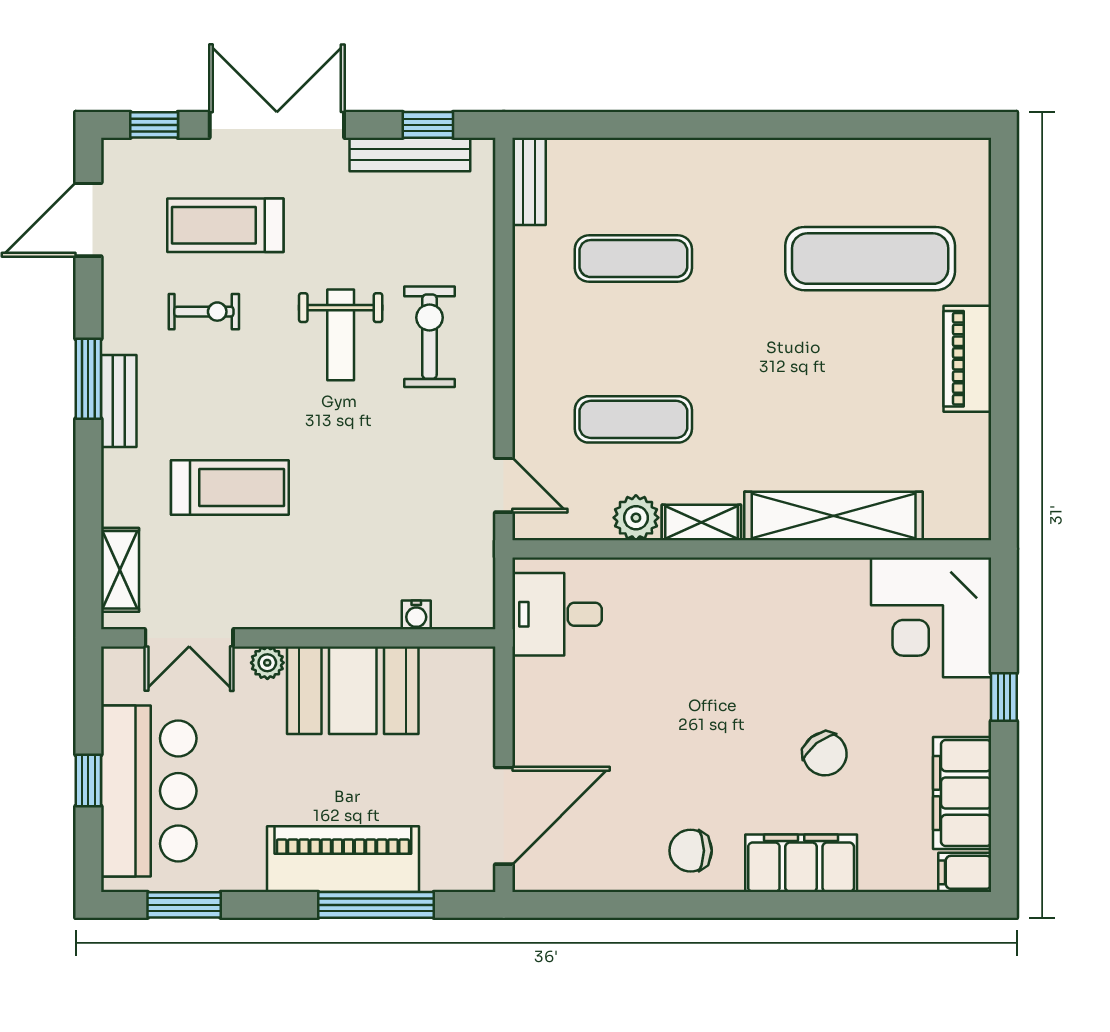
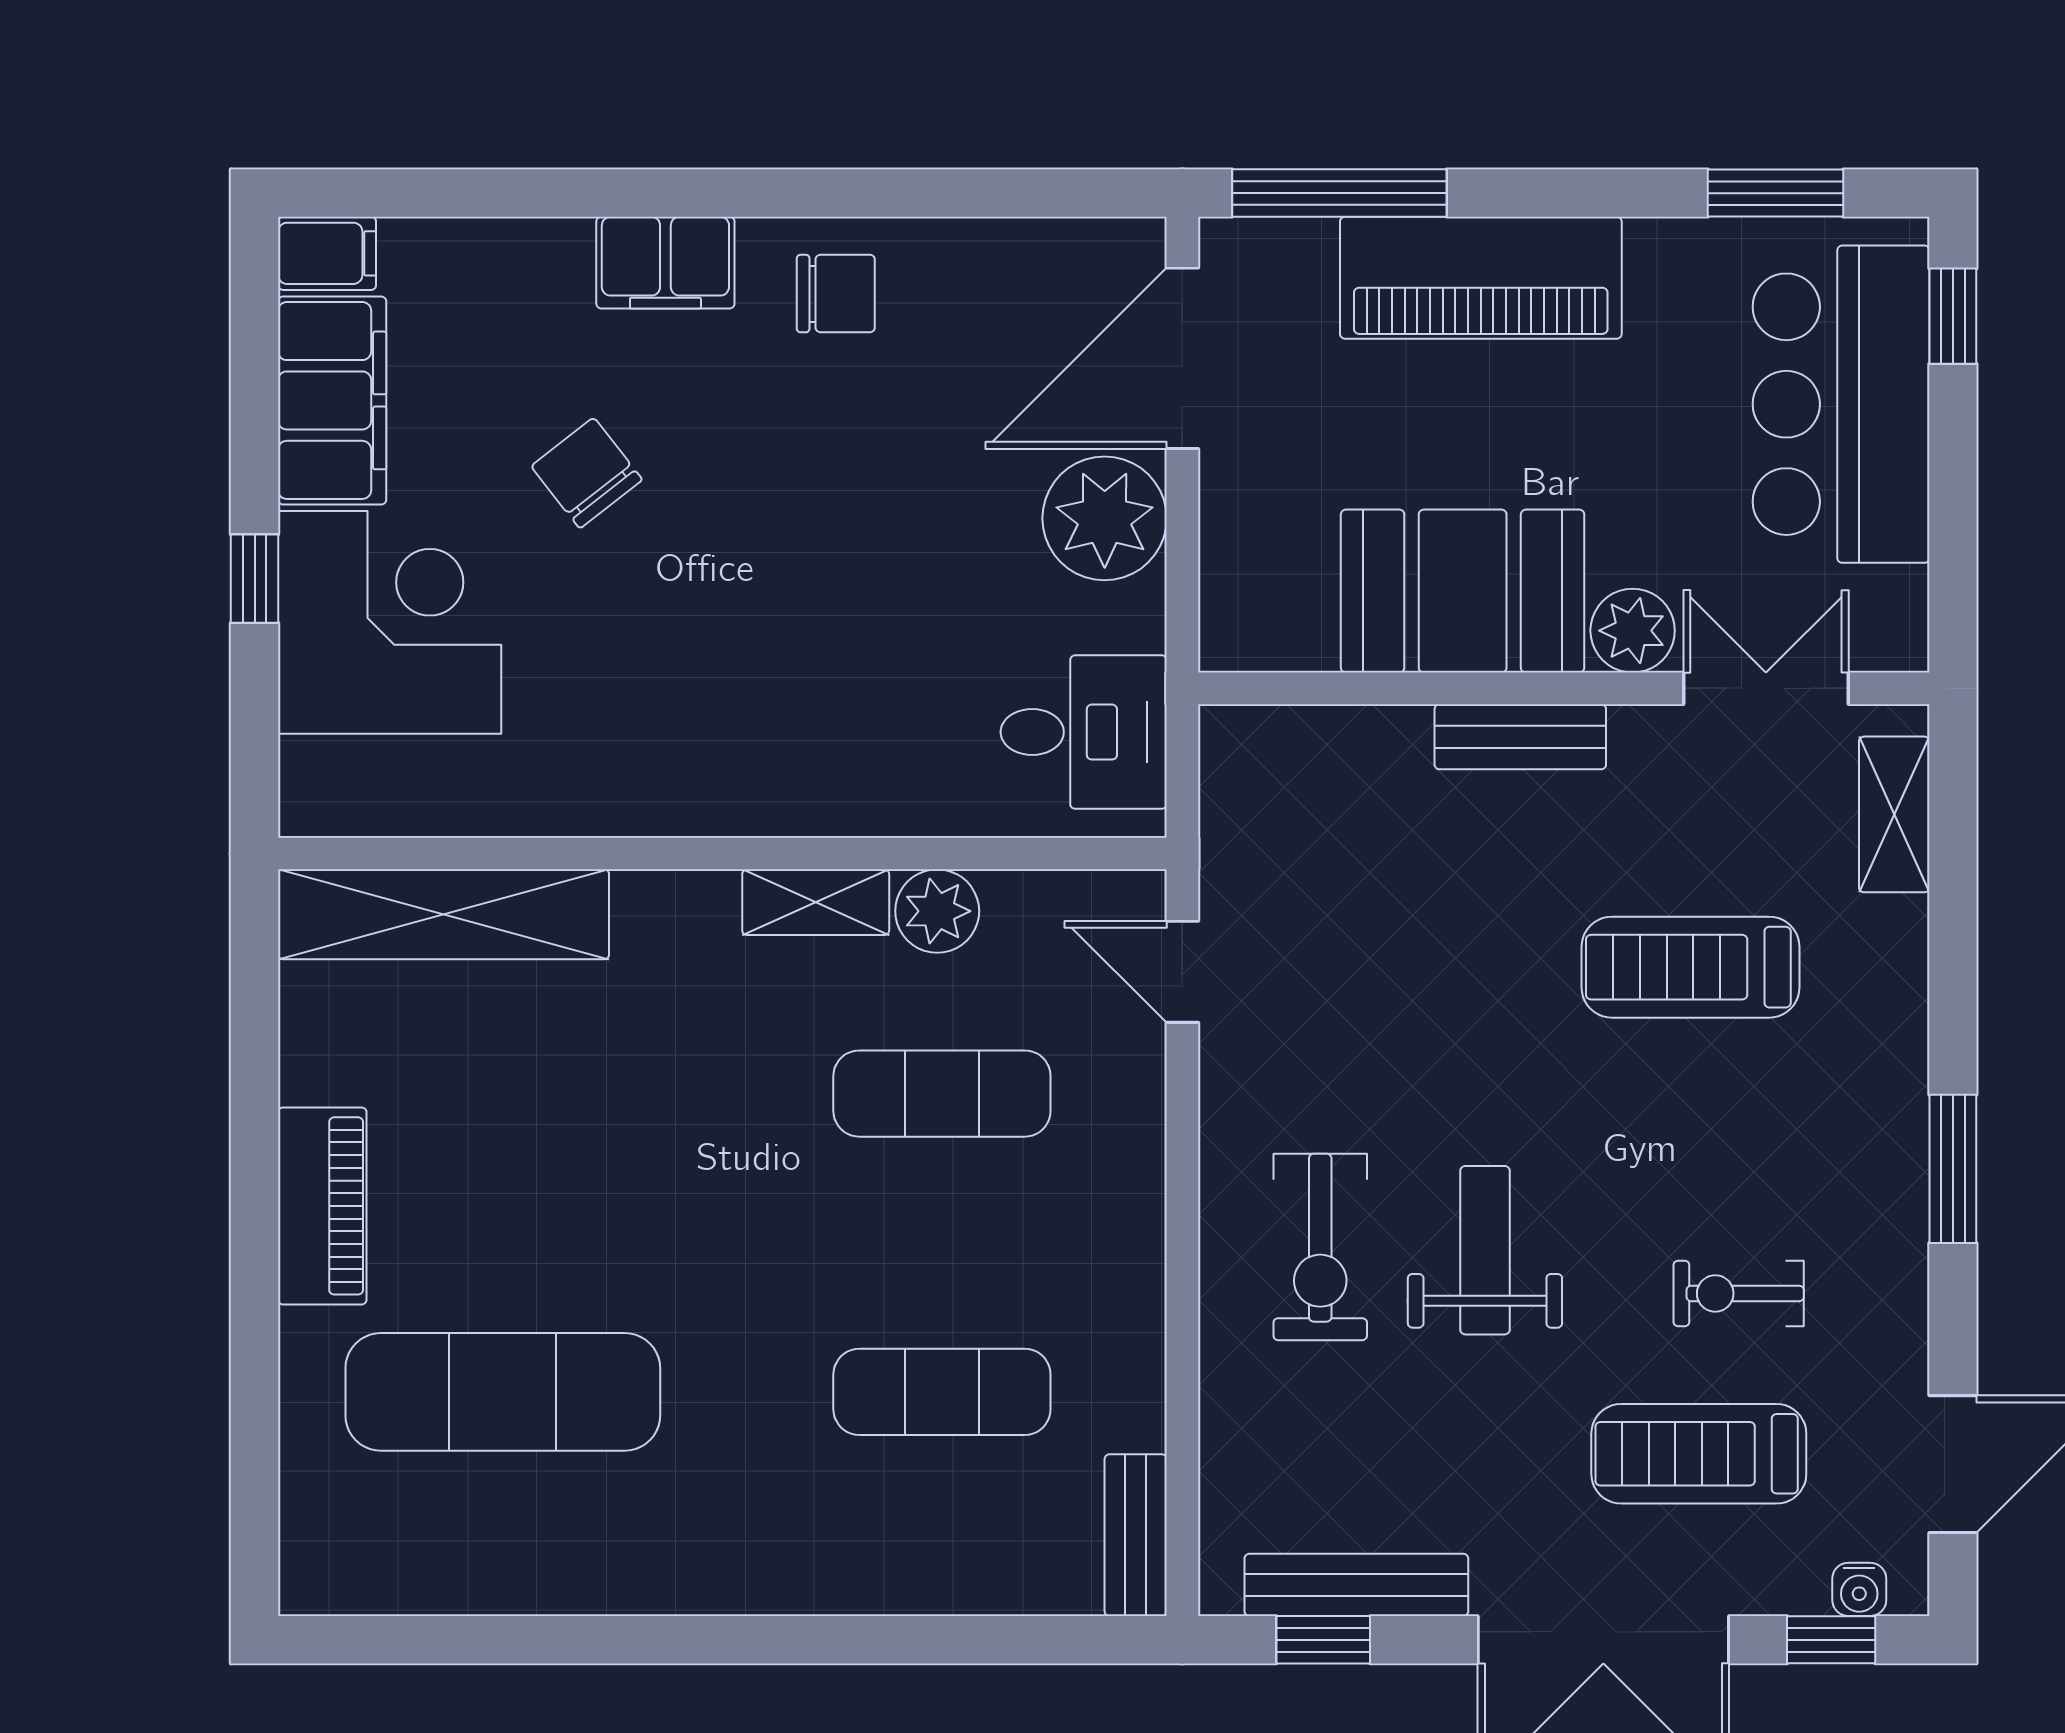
treadmill: (225, 225) -> (1699, 1454), turned 180
bench: (119, 401) -> (1520, 737), moved, turned 90
shelving: (834, 516) -> (444, 914), moved
water cooler: (416, 615) -> (1859, 1589), moved, turned 180
corner desk: (931, 617) -> (390, 622), moved
plant: (267, 663) -> (1633, 631), width x1.38, depth x1.38
plant: (546, 729) -> (1105, 518), added
window: (88, 781) -> (1953, 316), moved
filing cabinet: (801, 863) -> (665, 263), width x0.67, depth x0.86
window: (376, 905) -> (1339, 193), moved

